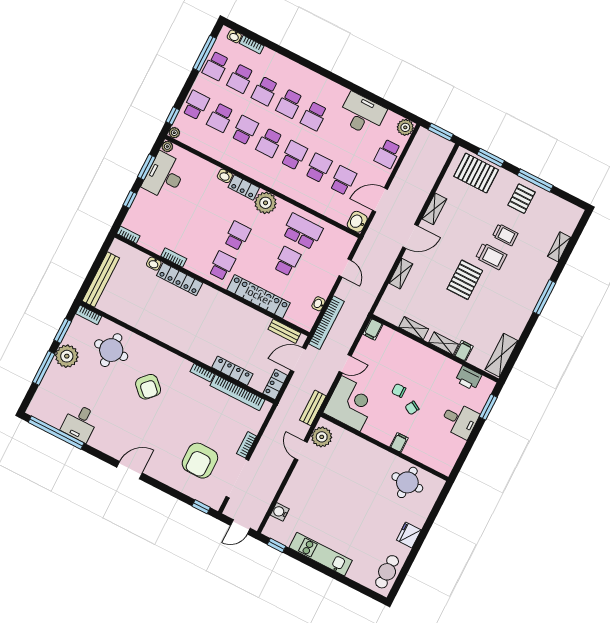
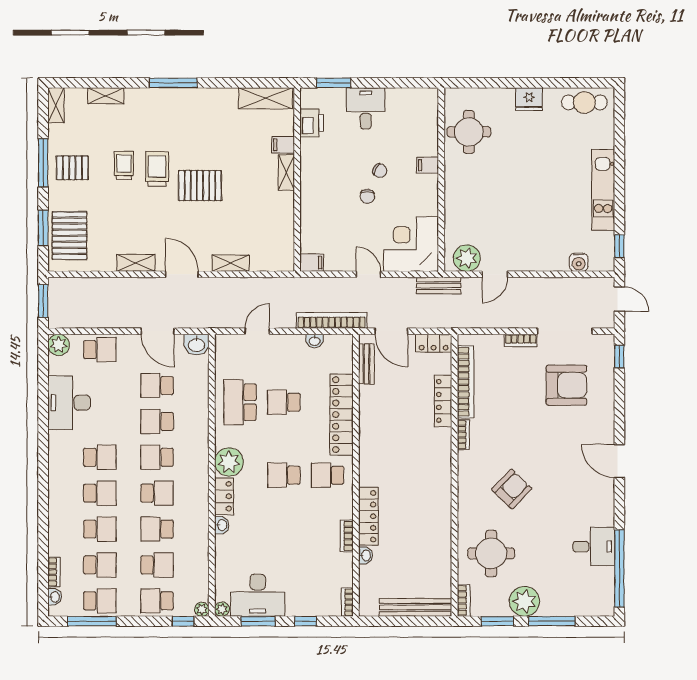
shelving: (414, 328) -> (56, 105), moved

